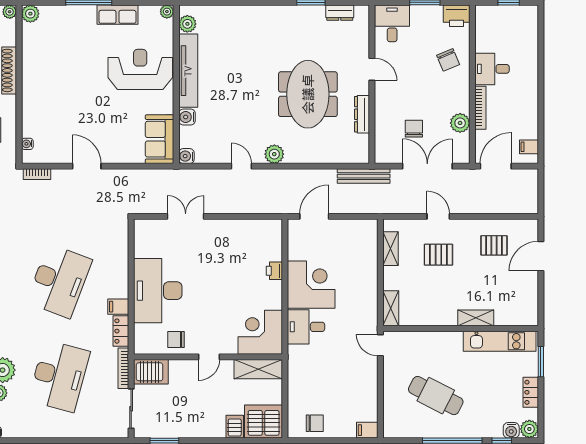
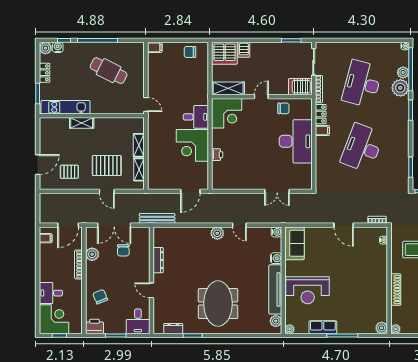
corner desk: (517, 26) -> (54, 319), added
desk: (492, 69) -> (51, 293), moved, turned 180
meeting table: (308, 94) -> (218, 304), moved
pallet: (438, 255) -> (107, 166), width x1.50, depth x1.42
shelving: (391, 308) -> (139, 145), moved

